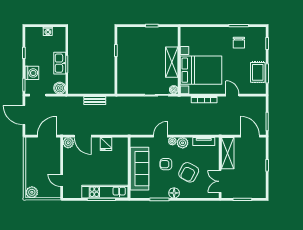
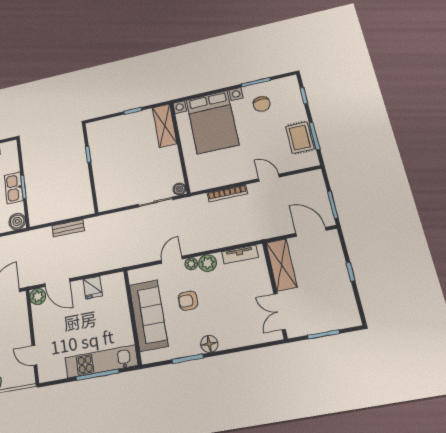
shelving: (172, 62) -> (165, 126), moved
bed with nightstands: (201, 70) -> (212, 122), moved, turned 90
armchair: (189, 172) -> (226, 307), removed

